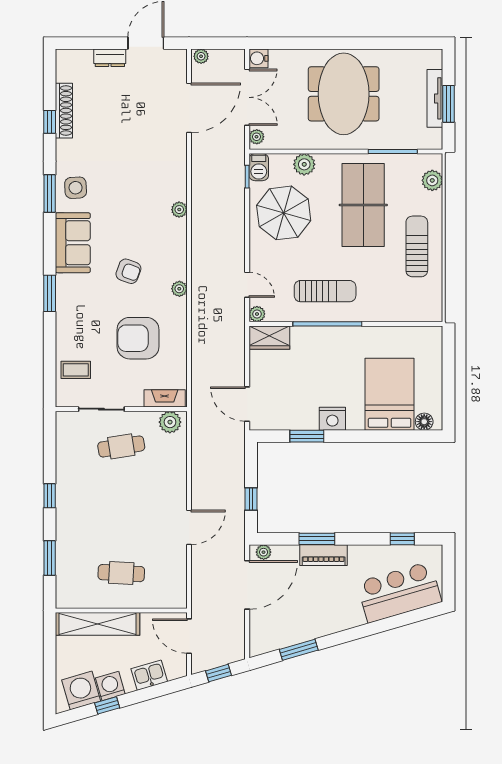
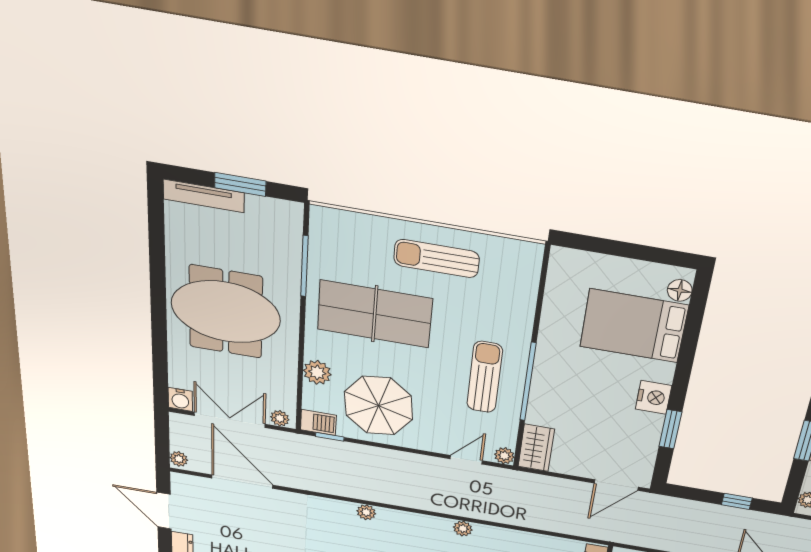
tv unit: (435, 98) -> (204, 196), moved
plant: (432, 180) -> (347, 224), removed

